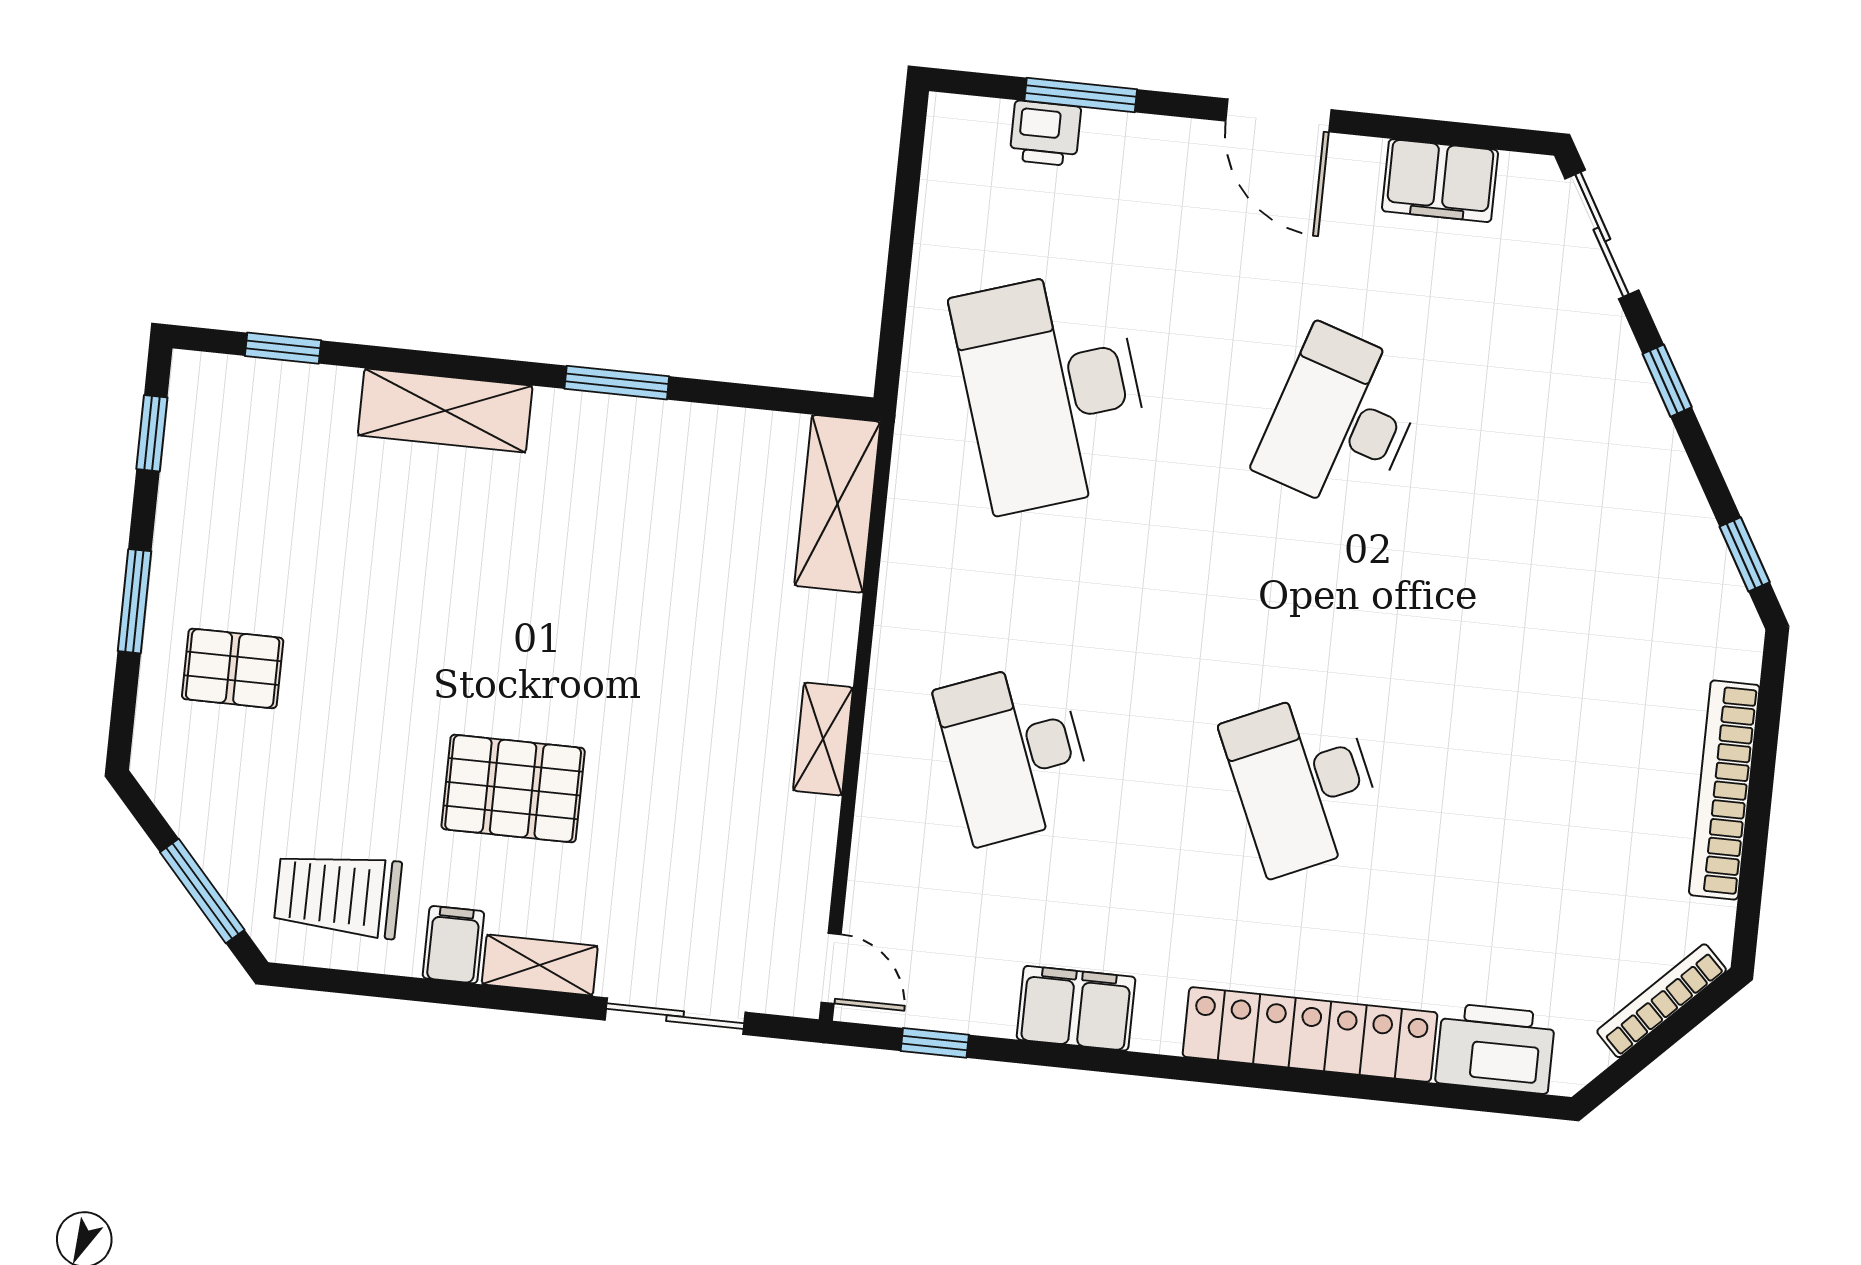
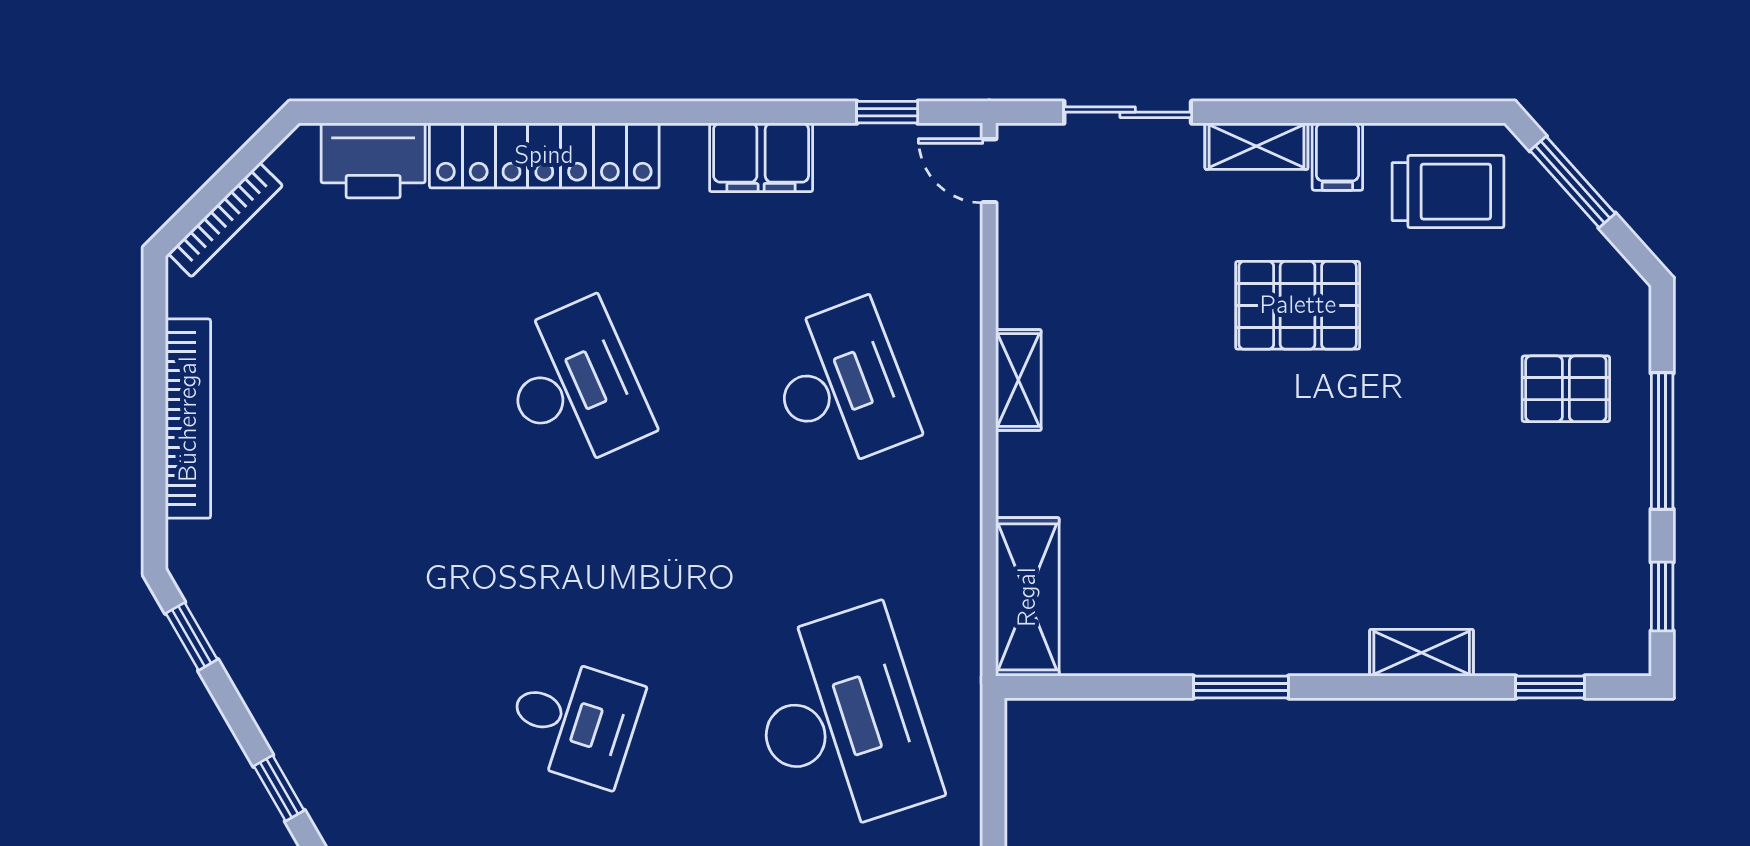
shelving: (445, 411) -> (1422, 653), width x0.67, depth x0.75
desk: (1341, 420) -> (574, 721), width x0.73
window: (134, 601) -> (1662, 441), width x1.44

